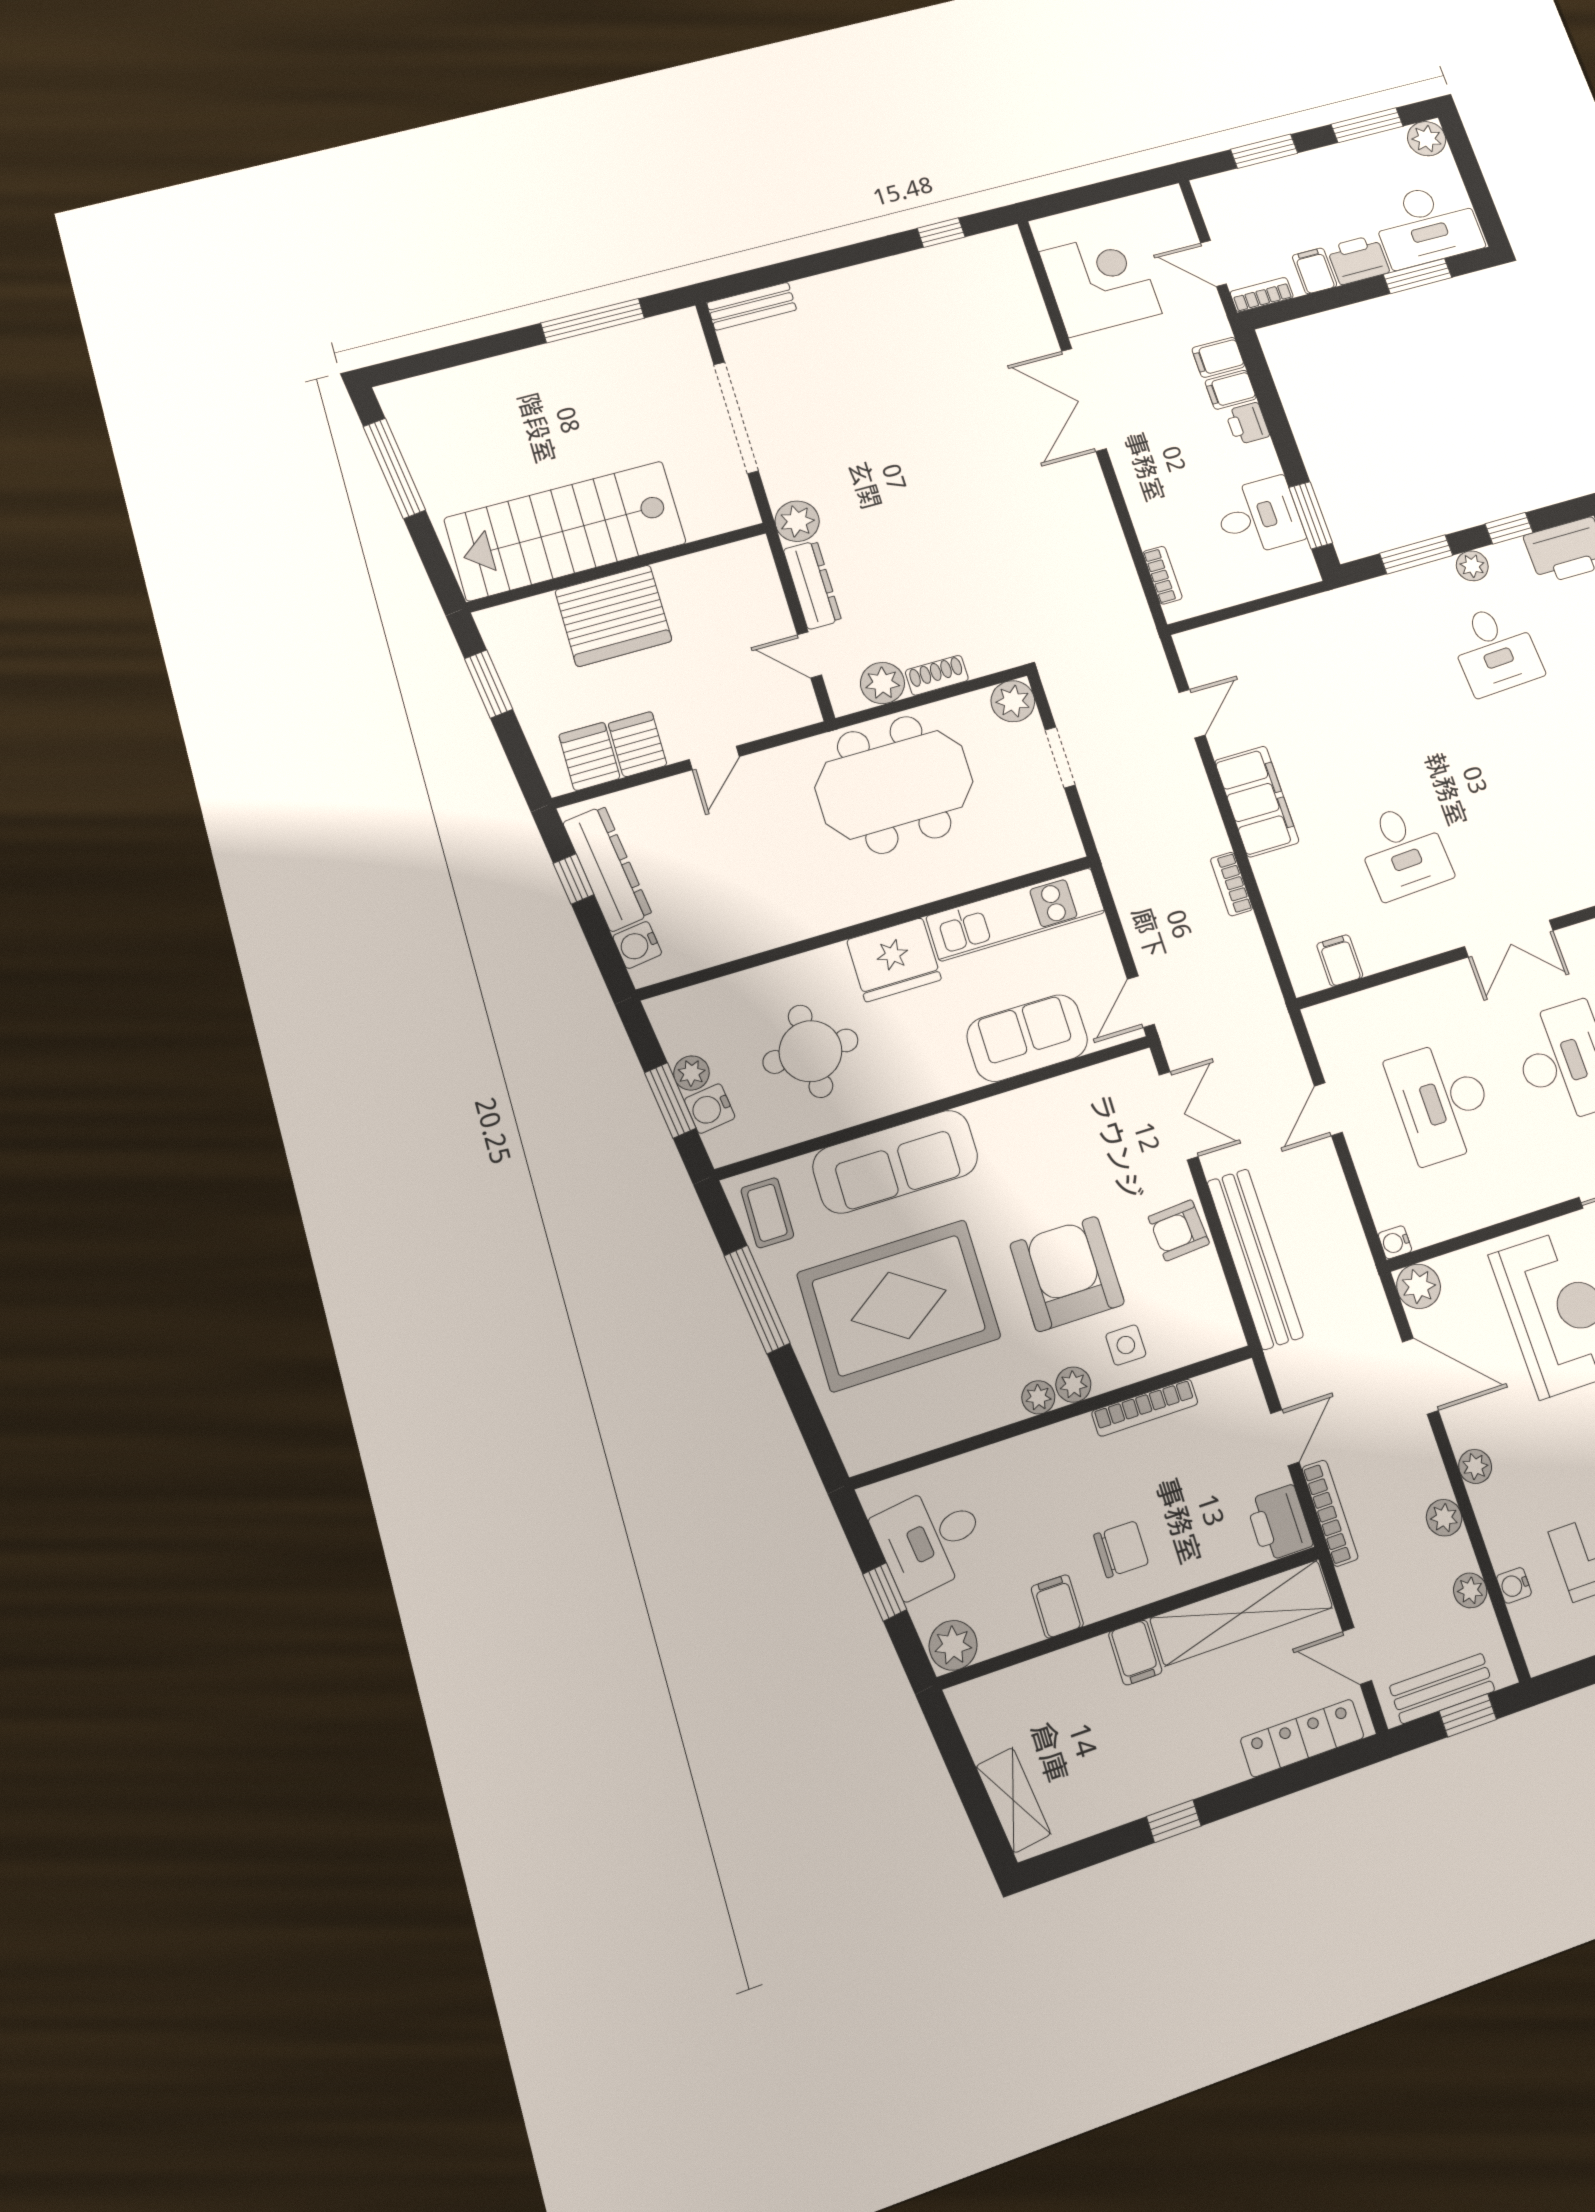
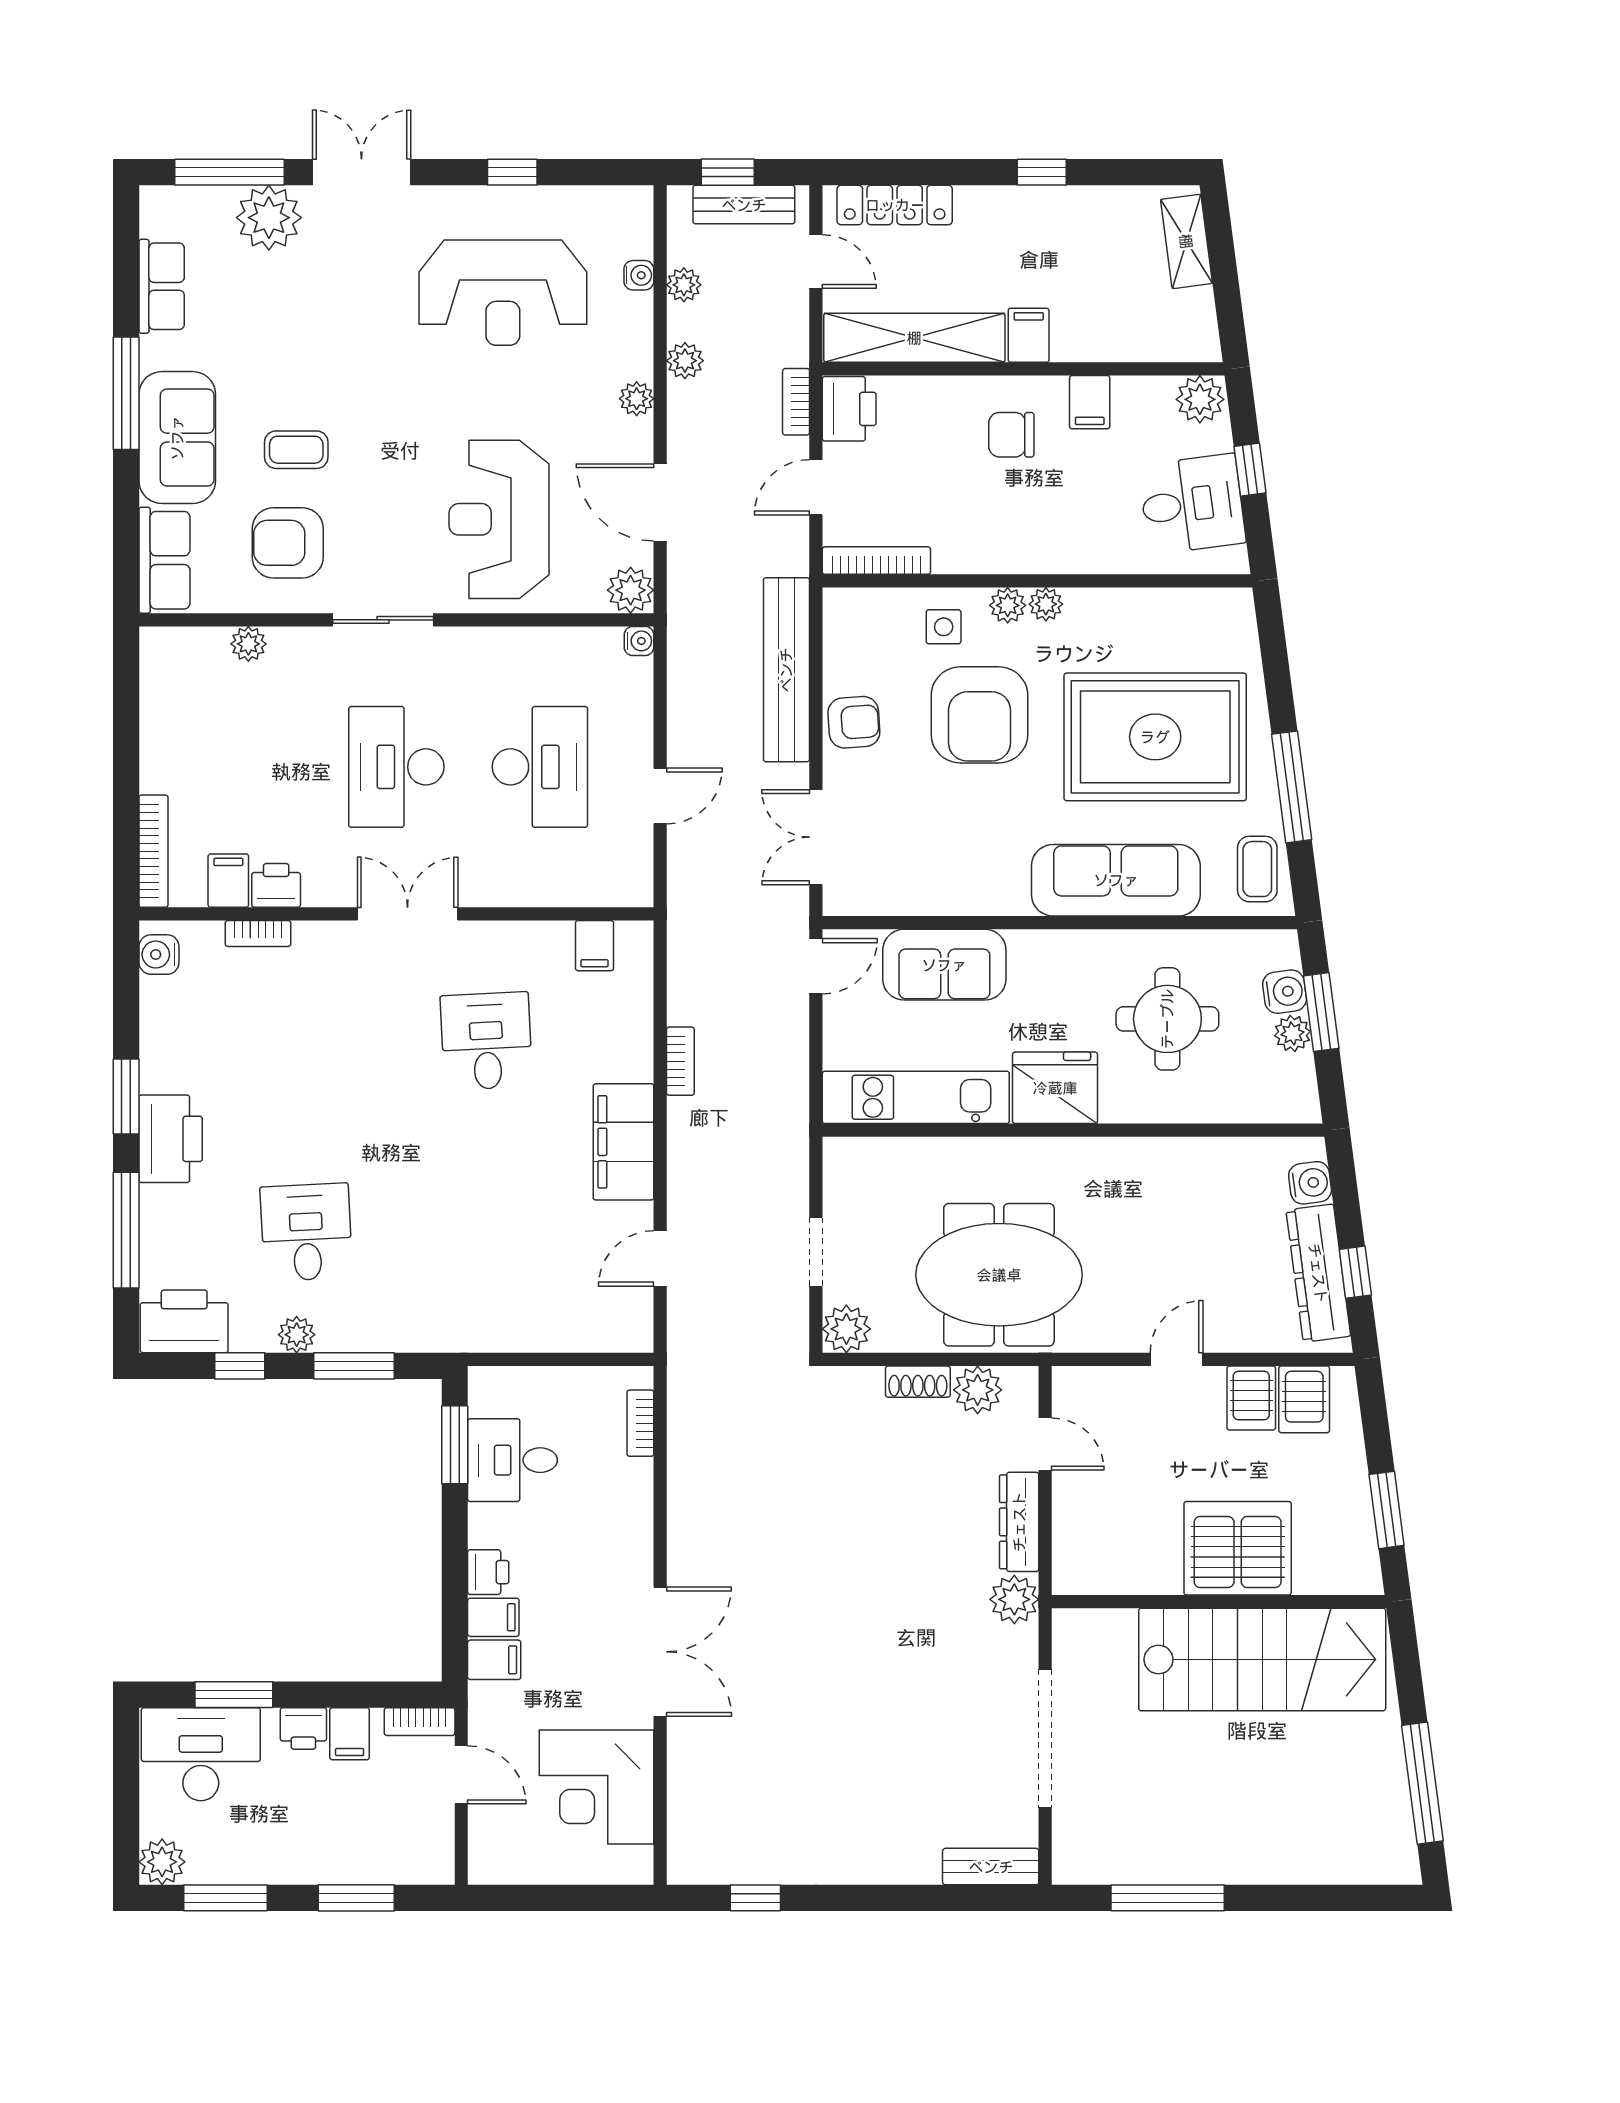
printer: (1358, 260) -> (303, 1729), width x0.73, depth x0.81
bookcase: (1145, 1408) -> (876, 561), moved
bookcase: (1330, 1513) -> (796, 402), width x0.64

